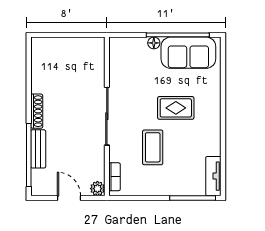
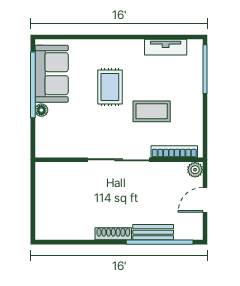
tv unit: (213, 176) -> (166, 47), moved
bookcase: (115, 177) -> (174, 152), width x1.56

